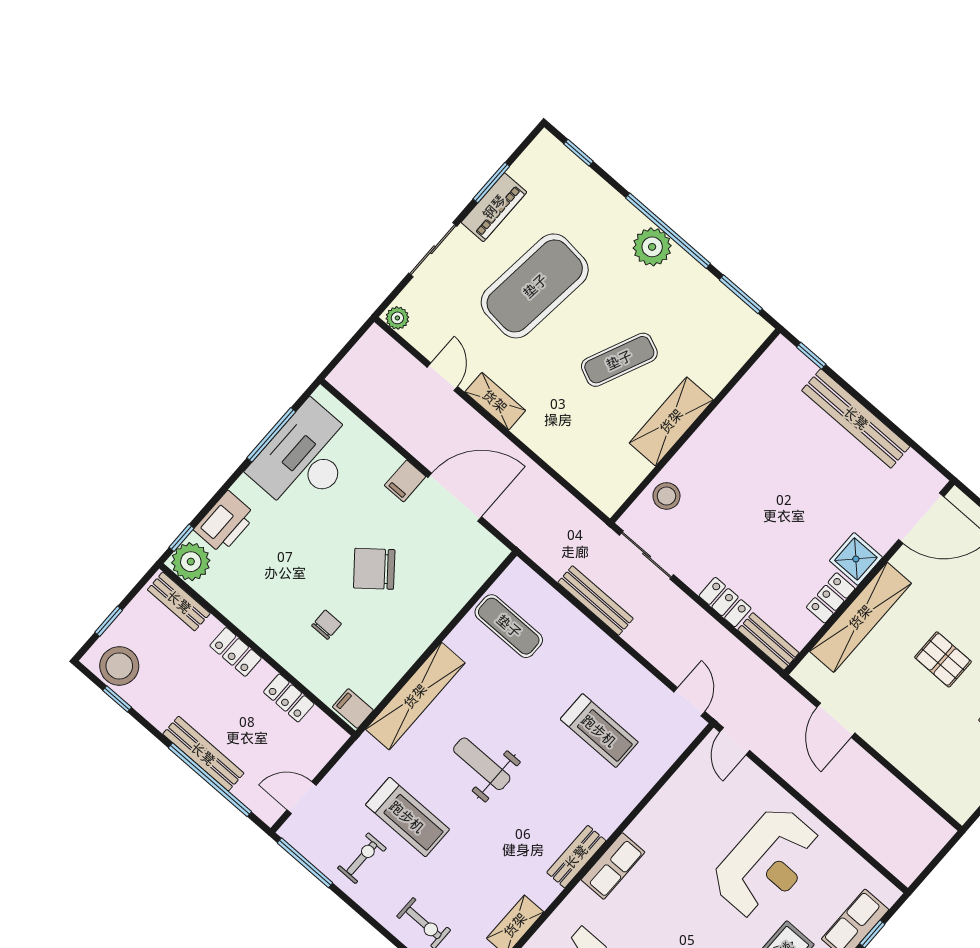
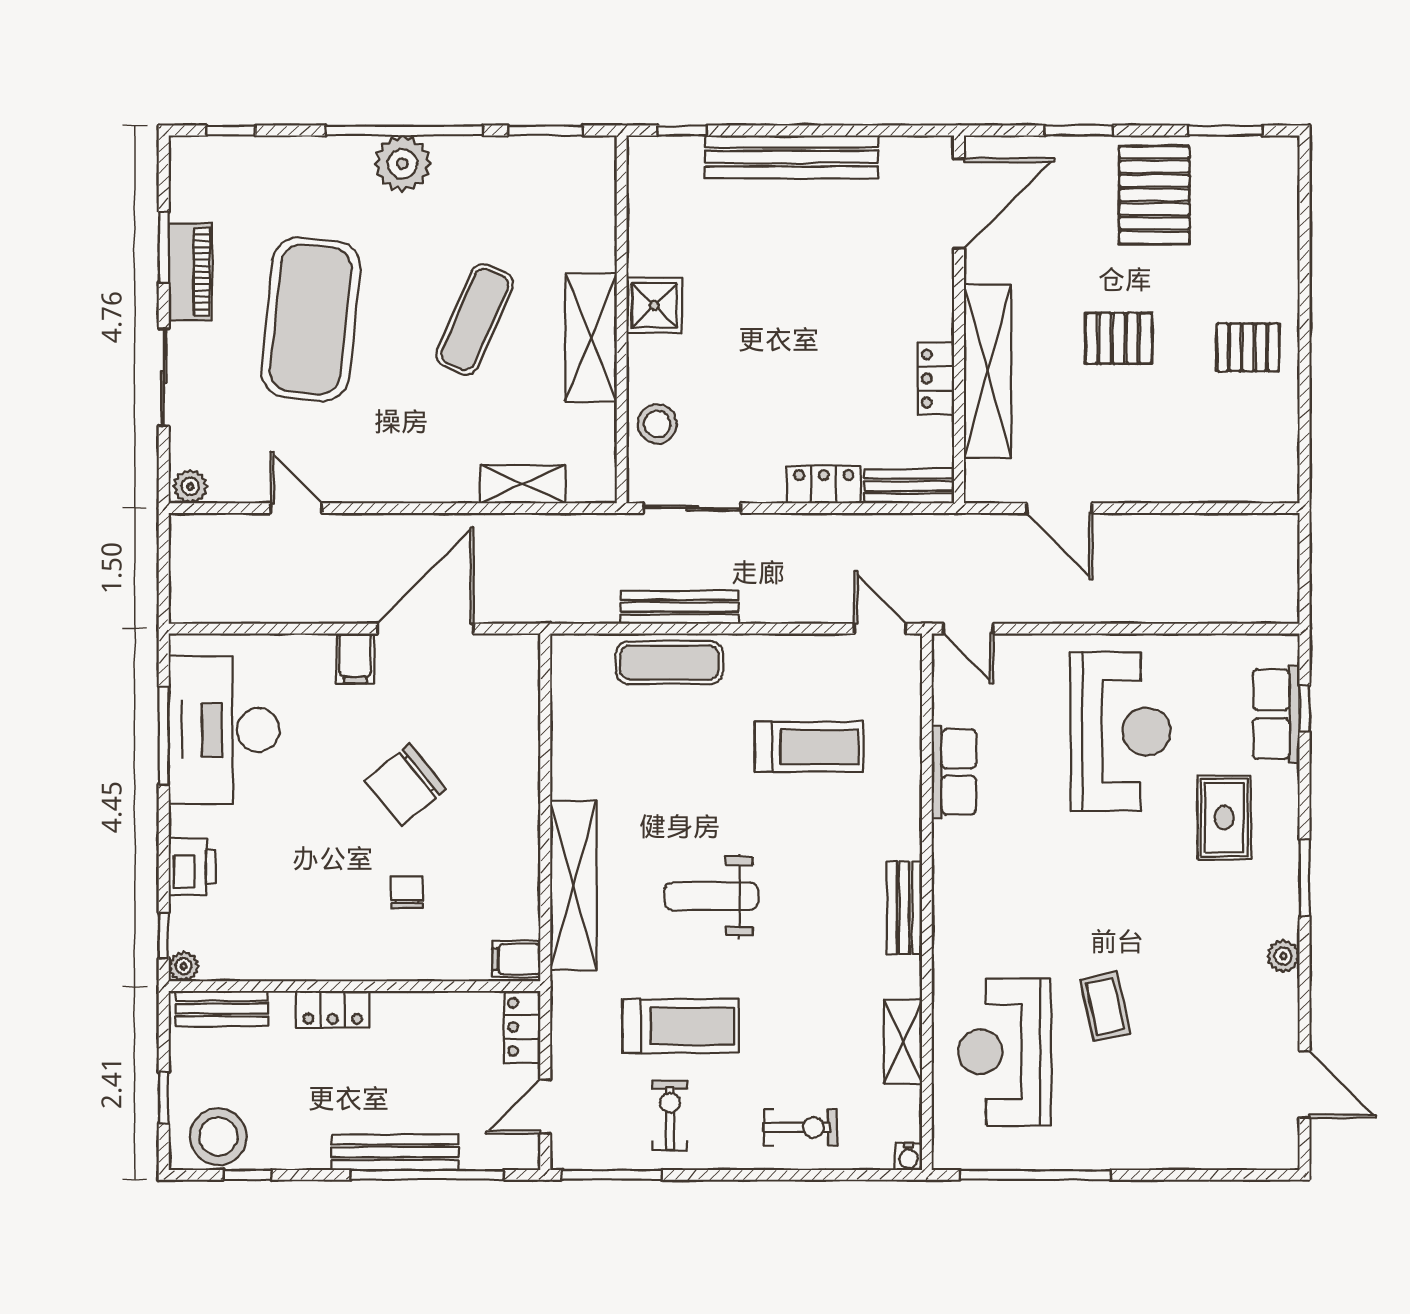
shelving: (495, 401) -> (523, 484), moved
printer: (225, 522) -> (192, 866), width x0.73, depth x0.84
shower: (856, 559) -> (654, 305), moved
plant: (191, 562) -> (184, 966), width x0.53, depth x0.53
exercise mat: (509, 626) -> (669, 663), moved
locker: (289, 698) -> (522, 1027), moved, turned 90
row of seats: (613, 866) -> (954, 772), moved

